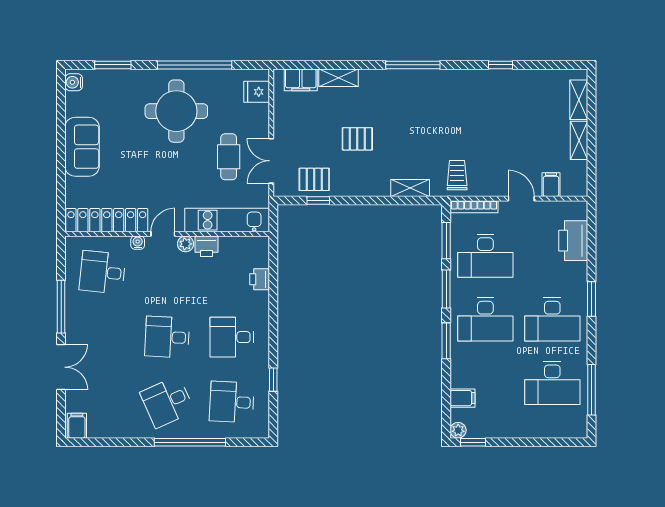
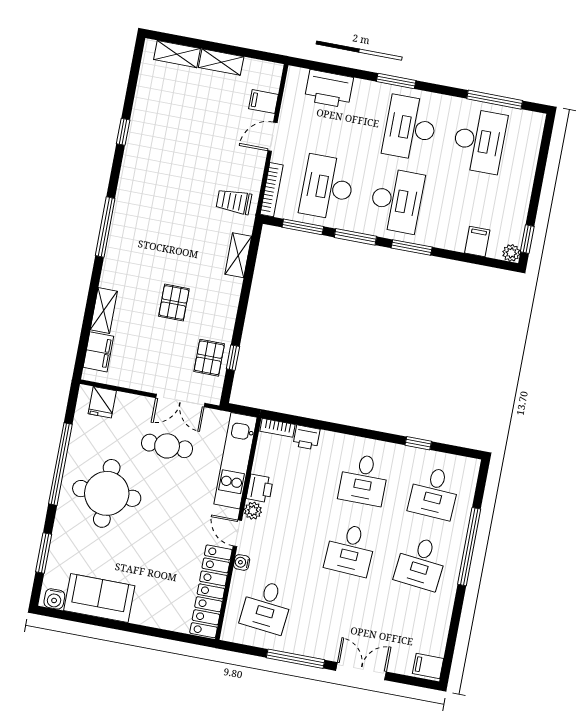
sofa: (82, 147) -> (99, 598), moved
bookcase: (263, 252) -> (278, 428), added
desk: (485, 256) -> (327, 187), turned 180
desk: (552, 319) -> (410, 128), turned 180
desk: (167, 402) -> (421, 563), turned 30

